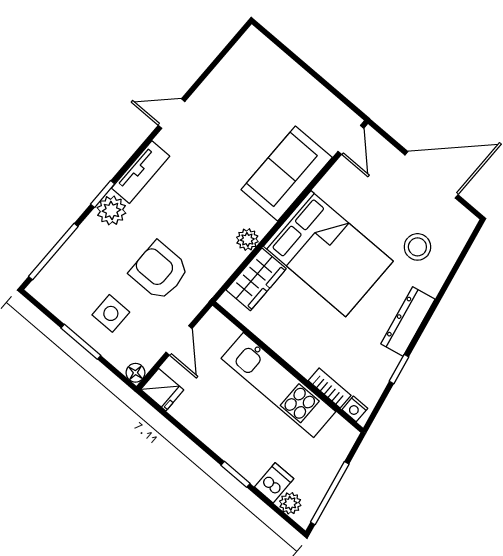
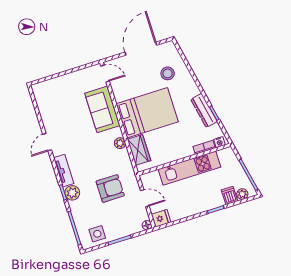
armchair: (159, 271) -> (110, 188), turned 180
side table: (111, 313) -> (97, 234), moved
dresser: (408, 321) -> (204, 110), moved

